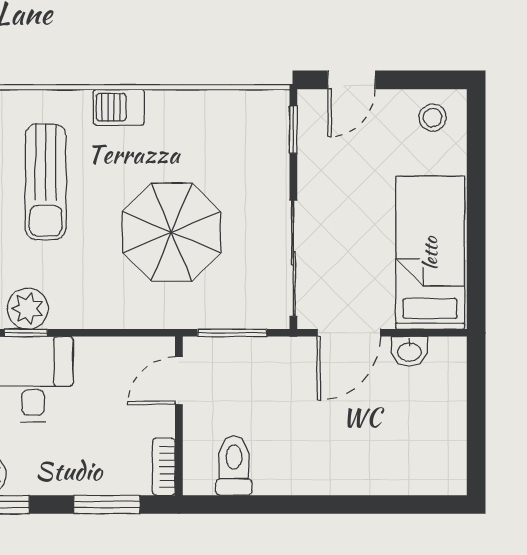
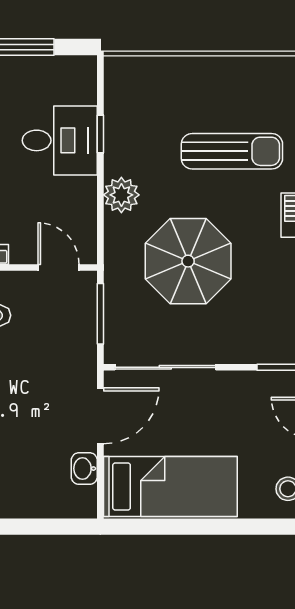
sun lounger: (46, 182) -> (232, 151), turned 180
plant: (28, 309) -> (121, 195), moved
door: (349, 333) -> (100, 416), swing flipped

